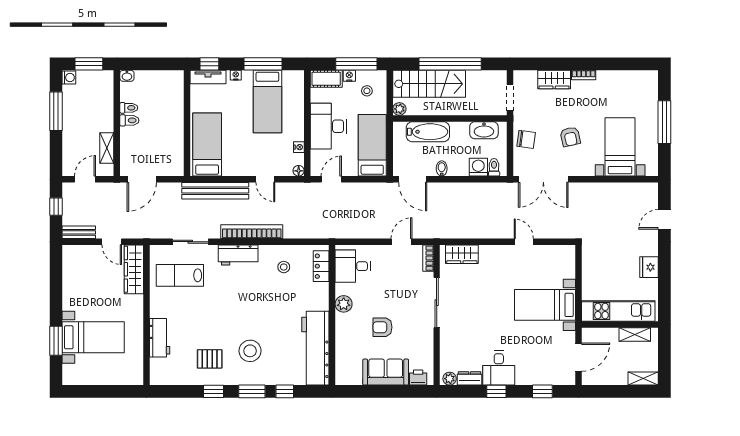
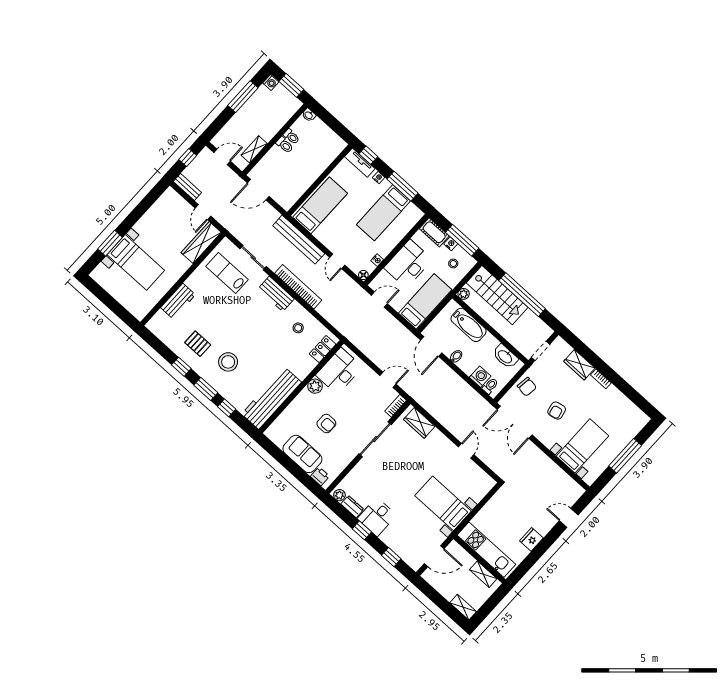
desk: (353, 266) -> (339, 371), width x1.37
armchair: (383, 327) -> (326, 424), turned 180

